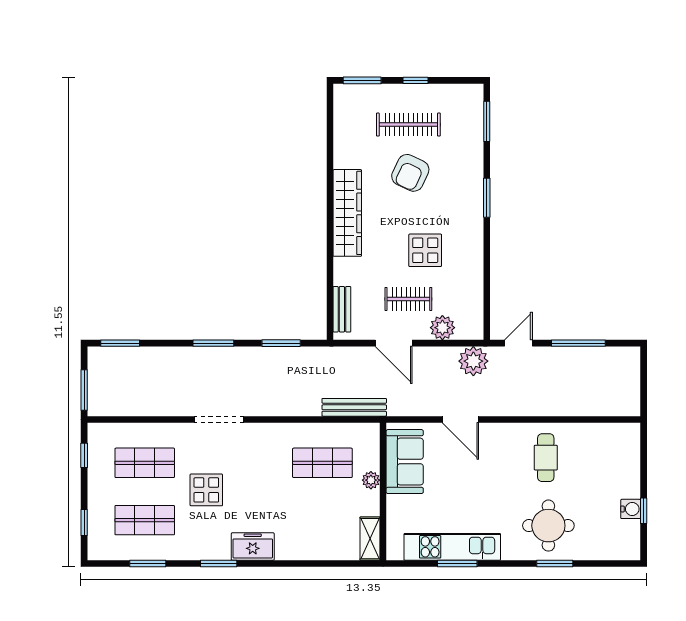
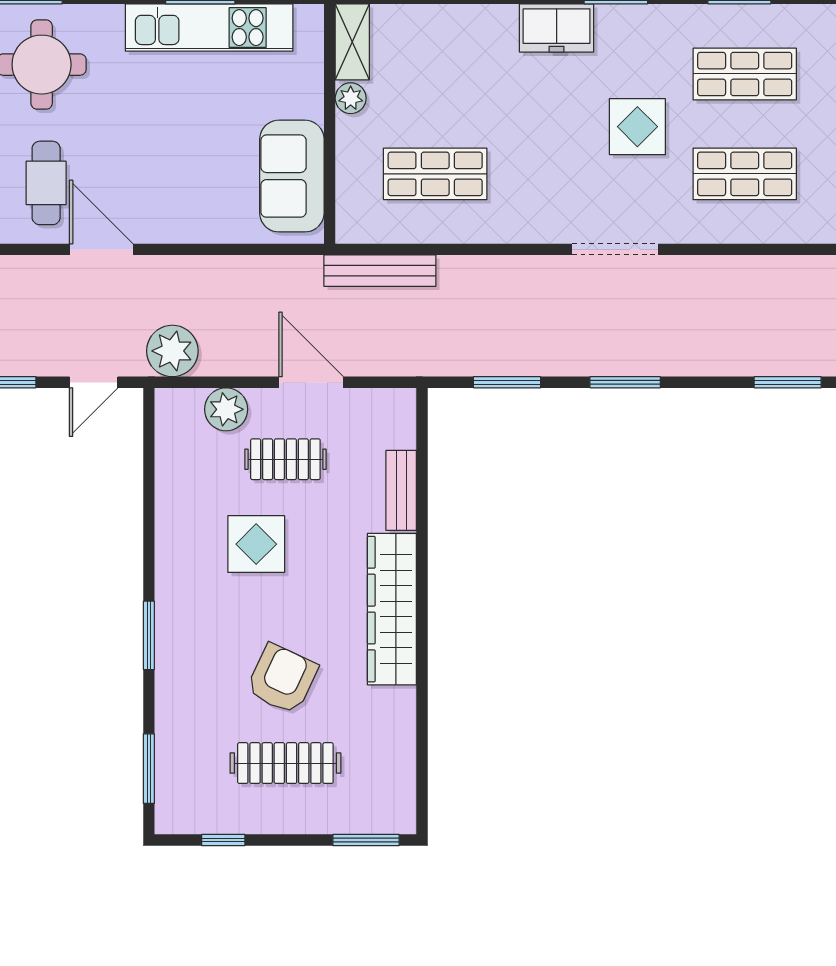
window: (415, 80) -> (223, 840), moved
bench: (342, 309) -> (401, 490), moved
door: (460, 419) -> (101, 249), moved
plant: (371, 480) -> (351, 98), moved

